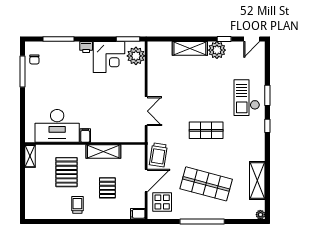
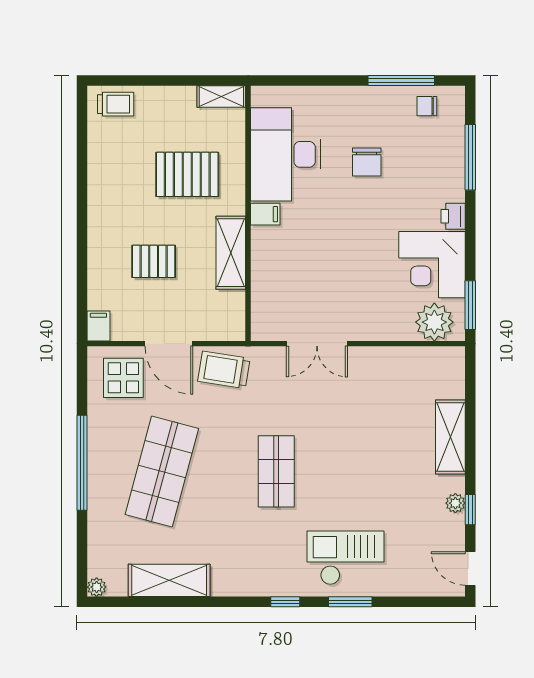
plant: (217, 50) -> (455, 503), width x0.53, depth x0.53
chair: (61, 88) -> (367, 162), added
trolley: (77, 205) -> (116, 104), moved

